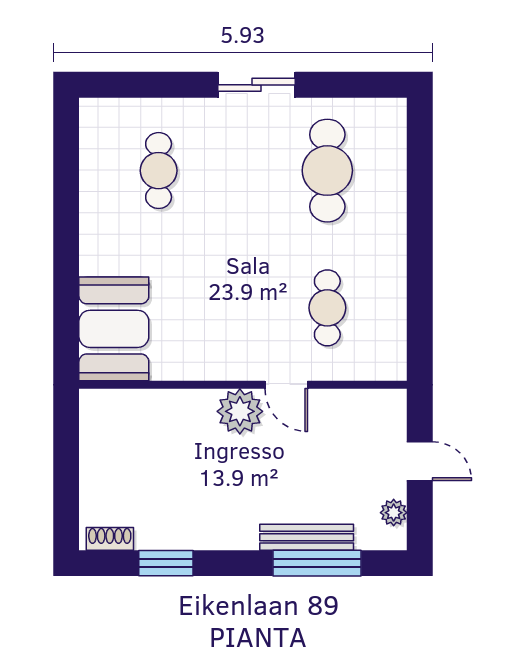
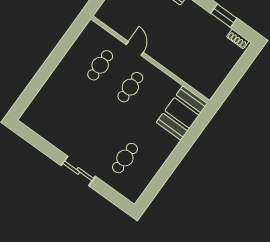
sliding door: (257, 85) -> (78, 171), moved
cafe table: (327, 171) -> (130, 87), moved, width x0.73, depth x0.74
plant: (240, 411) -> (158, 51), removed

